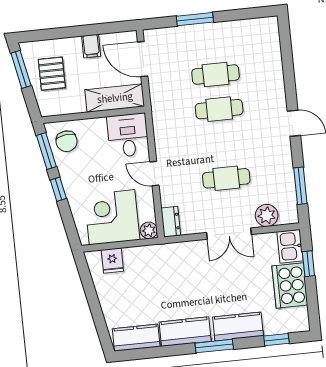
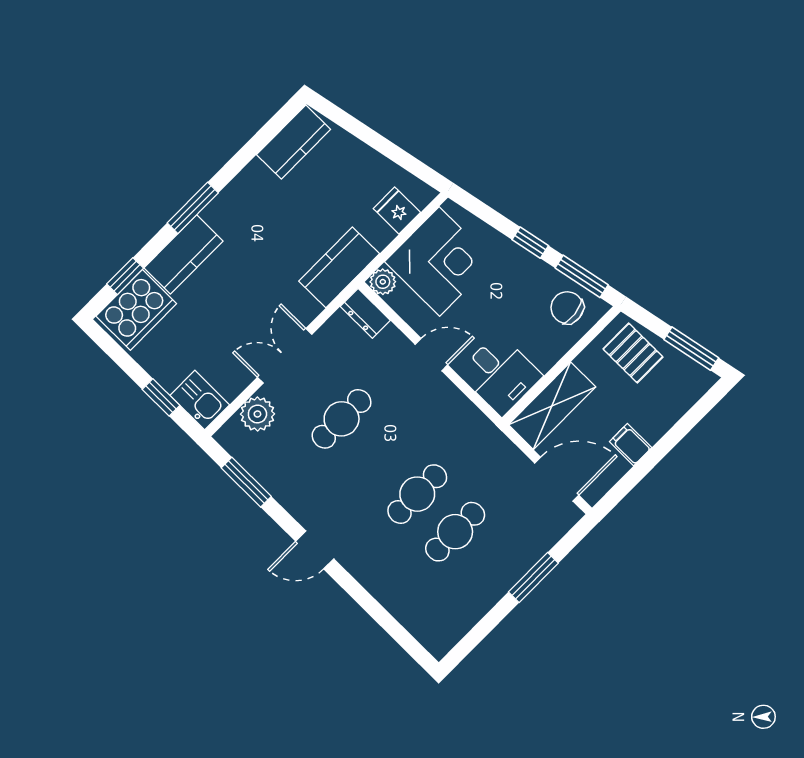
pallet: (52, 74) -> (633, 353), moved
cooker: (290, 285) -> (136, 310), moved, turned 90
kitchen counter: (185, 332) -> (339, 267), moved, turned 180

